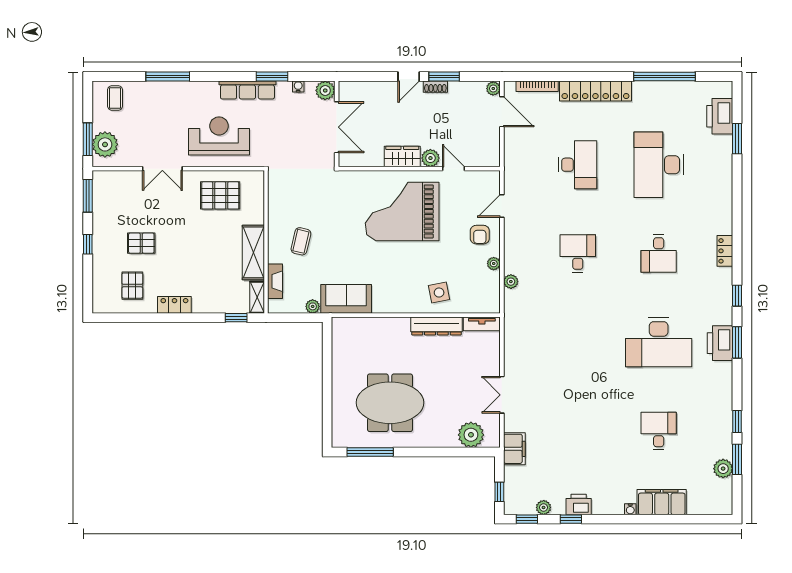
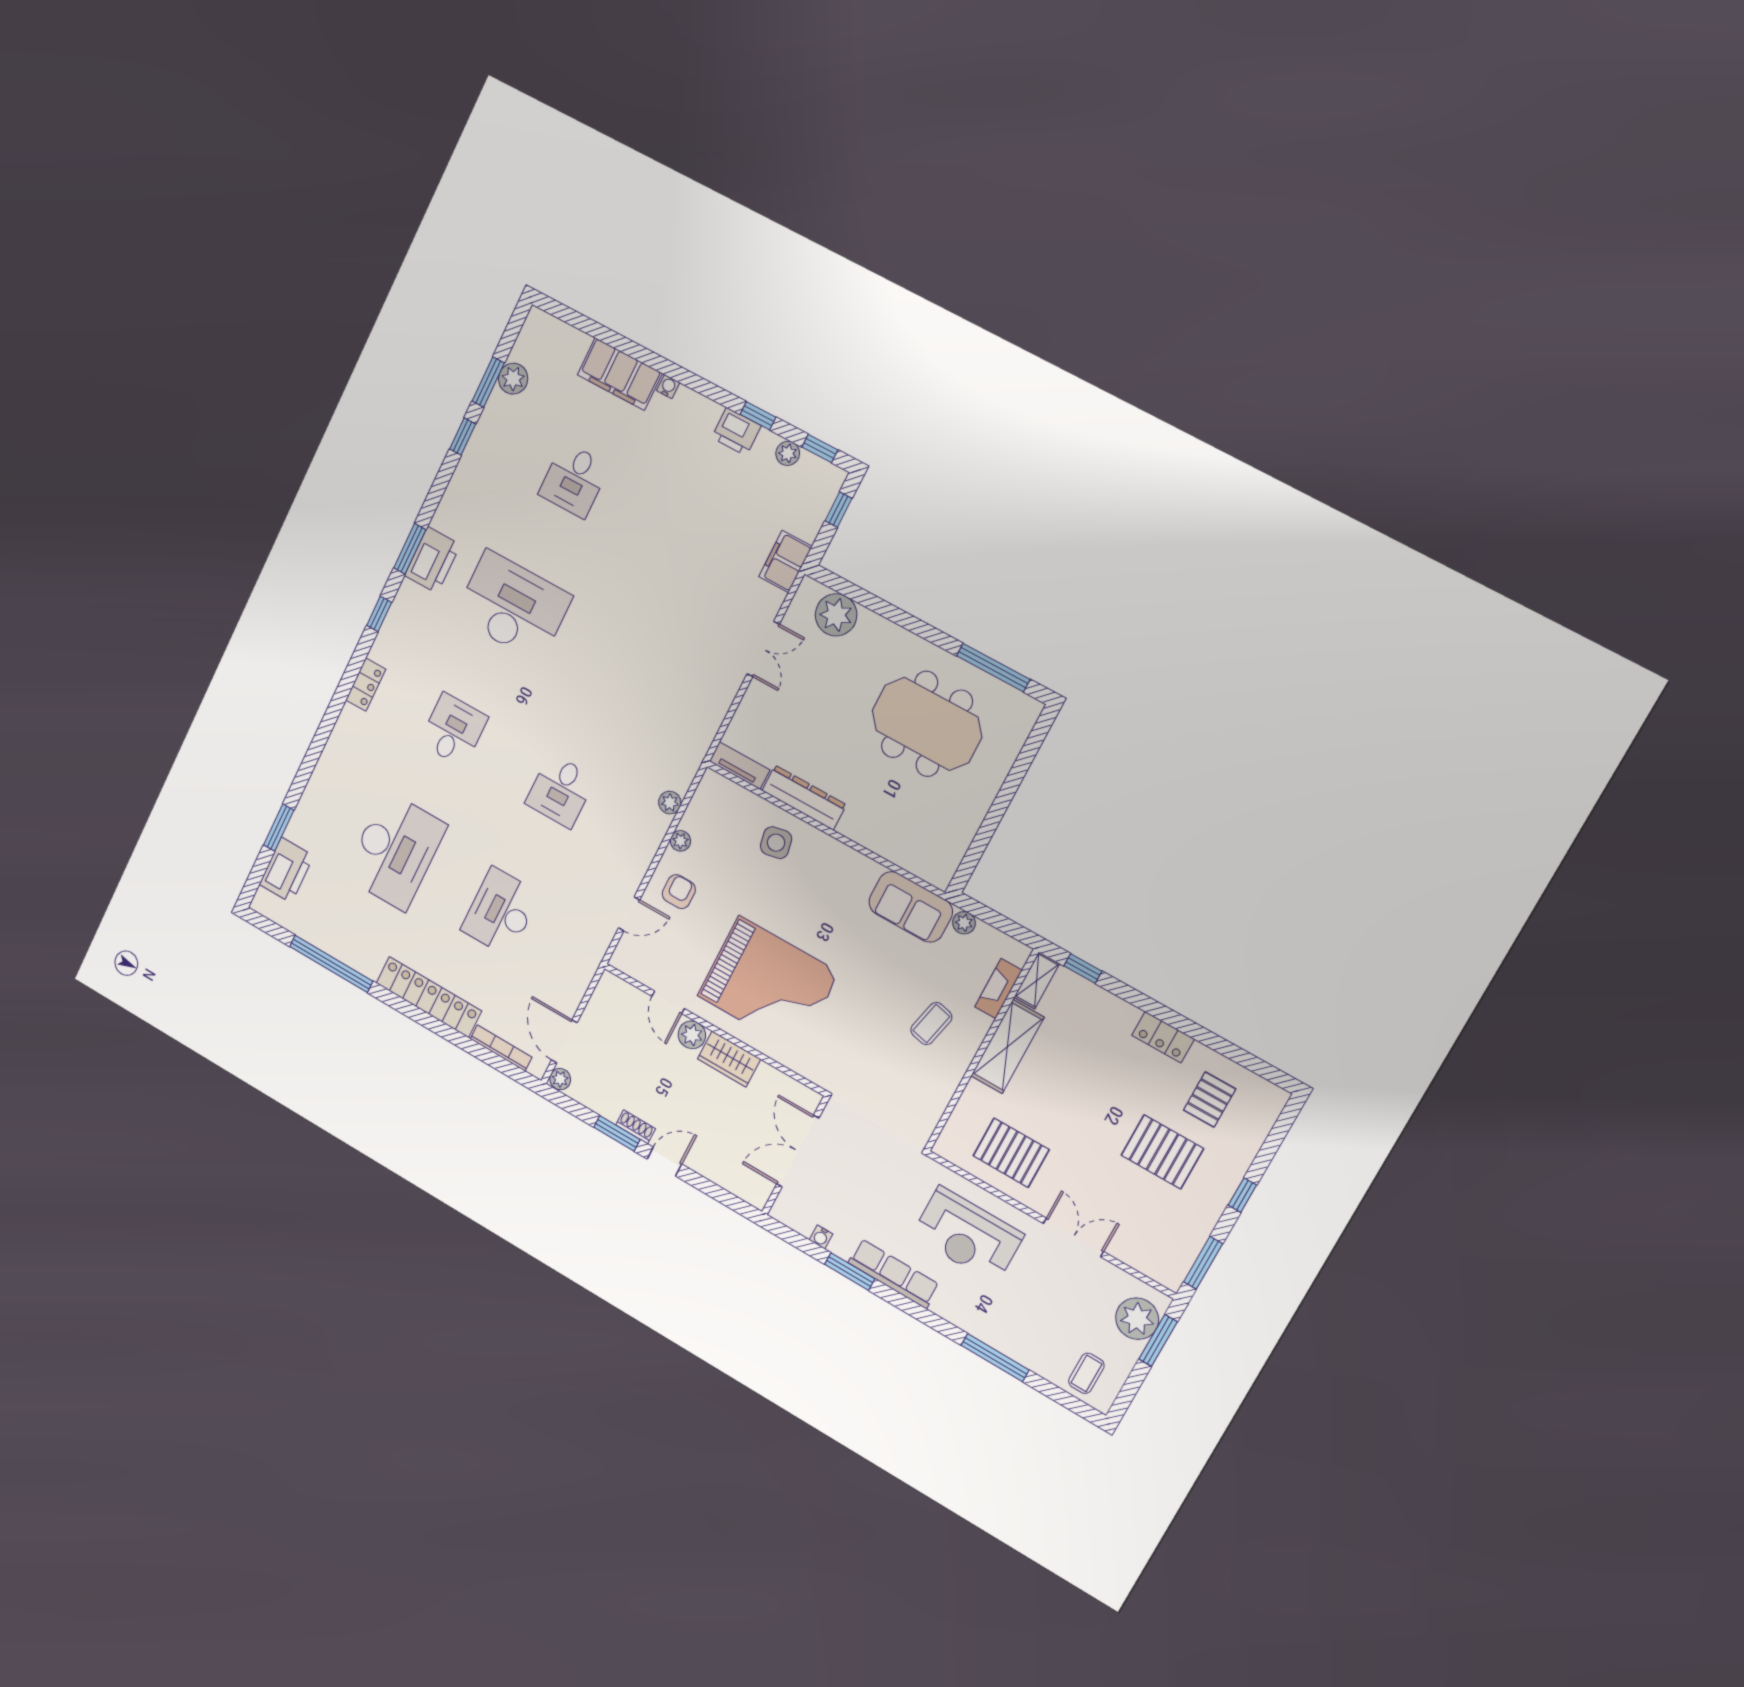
plant: (325, 90) -> (787, 1210), removed
pallet: (141, 243) -> (1162, 1152), width x1.50, depth x1.42

